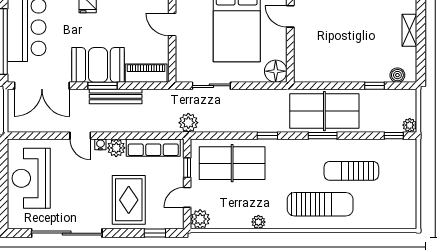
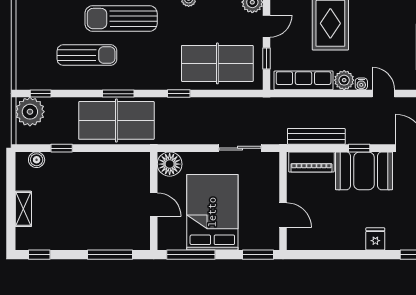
door: (290, 16) -> (154, 205), moved
window: (102, 86) -> (359, 148), width x0.67
bench: (116, 96) -> (316, 136), moved
plant: (188, 123) -> (265, 108), removed
plant: (410, 125) -> (30, 112), width x1.87, depth x1.87

